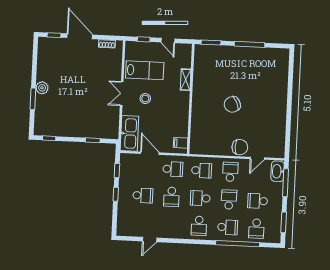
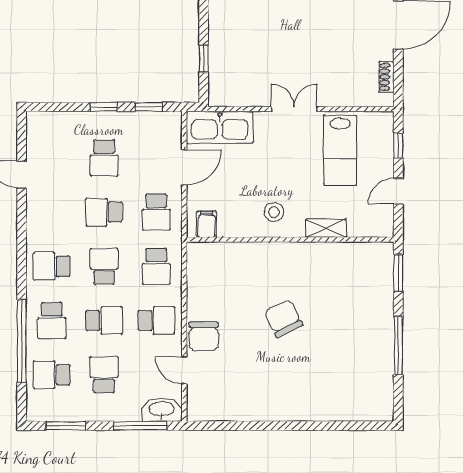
stool: (145, 99) -> (274, 212), moved

